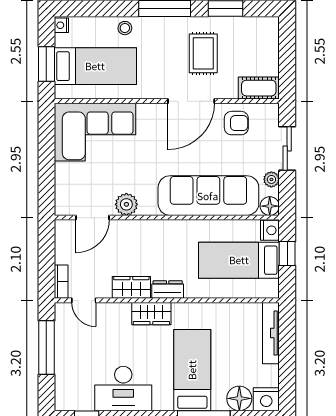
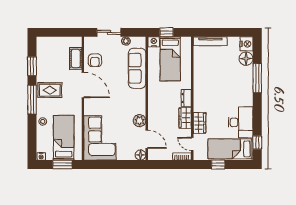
rug: (203, 53) -> (50, 90), moved
cot: (259, 88) -> (76, 59), moved
armchair: (236, 123) -> (95, 60), turned 180
sofa: (208, 196) -> (137, 68), width x0.74, depth x0.79
floor lamp: (270, 206) -> (140, 155), moved
door: (84, 300) -> (192, 144), swing flipped
wardrobe: (151, 314) -> (200, 123), moved
window: (46, 348) -> (218, 164), width x0.46
bed: (192, 370) -> (231, 149), moved

